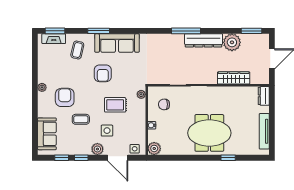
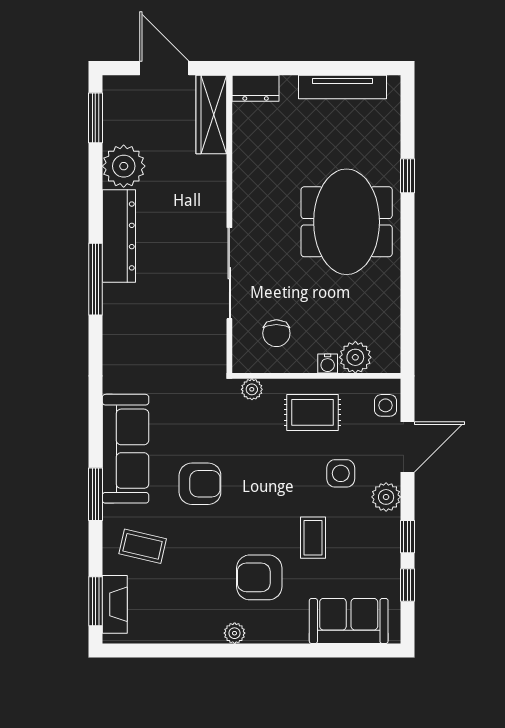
wardrobe: (234, 78) -> (211, 115), moved
rug: (115, 105) -> (313, 412), moved, turned 90
plant: (154, 148) -> (355, 357), moved

